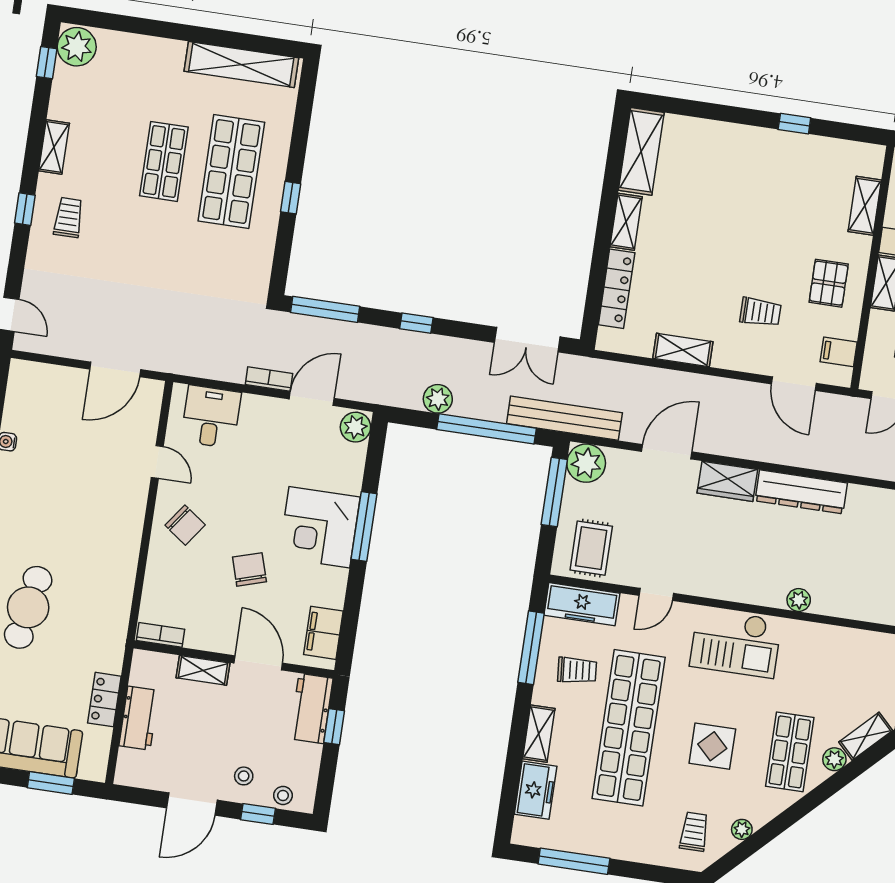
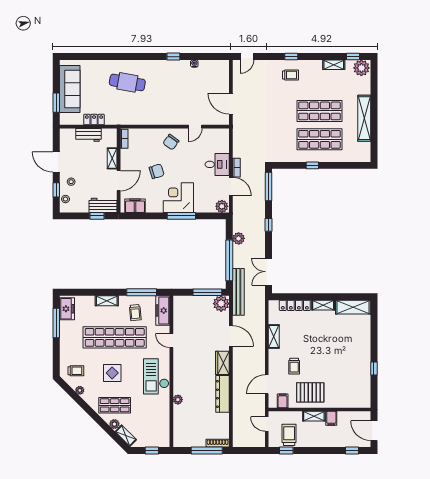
shelving: (241, 64) -> (364, 118), moved
shelving: (54, 147) -> (334, 65), moved
shop shelf: (164, 161) -> (319, 111), width x1.43, depth x1.36
shelving: (865, 206) -> (344, 403), removed
pallet: (829, 283) -> (310, 392), width x1.50, depth x1.42
desk: (211, 417) -> (217, 164), moved
rug: (591, 548) -> (186, 311), removed
freezer: (536, 790) -> (67, 309), moved, turned -90

